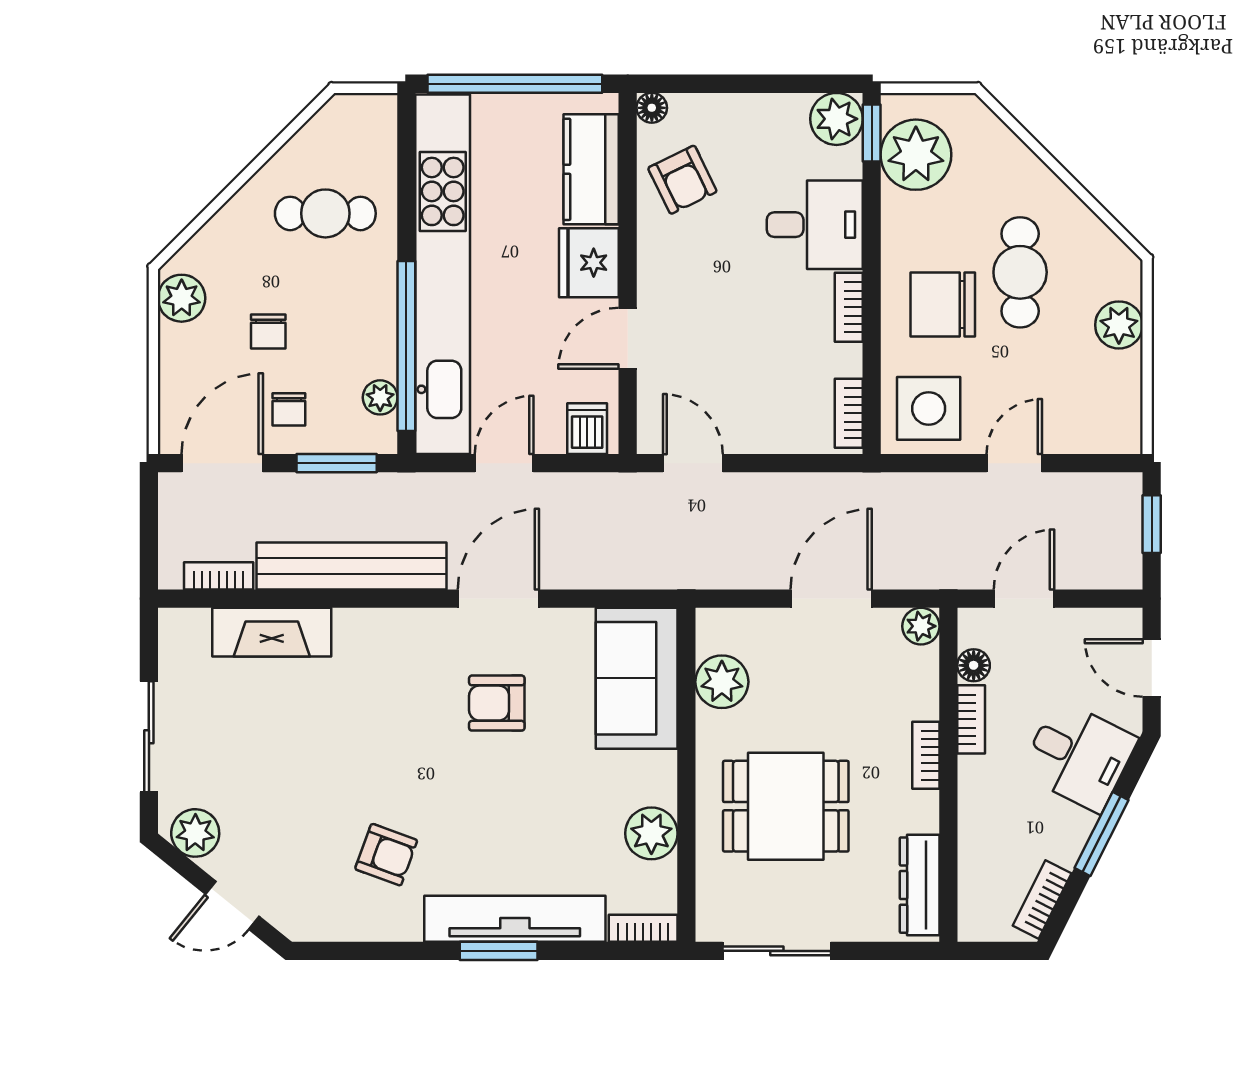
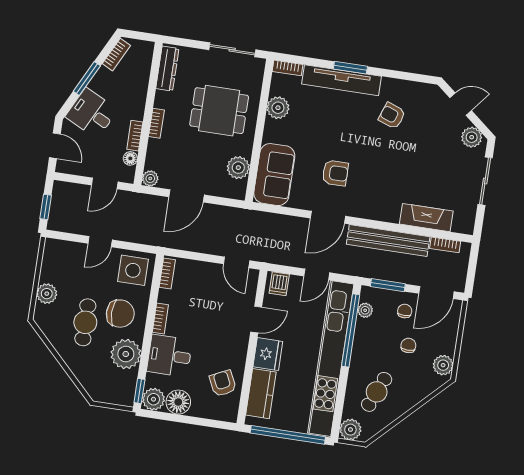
floor lamp: (652, 108) -> (178, 402), moved, width x1.89, depth x1.89
plant: (372, 118) -> (350, 430), added
plant: (916, 155) -> (126, 354), moved
cafe table: (325, 213) -> (377, 392), turned -67

